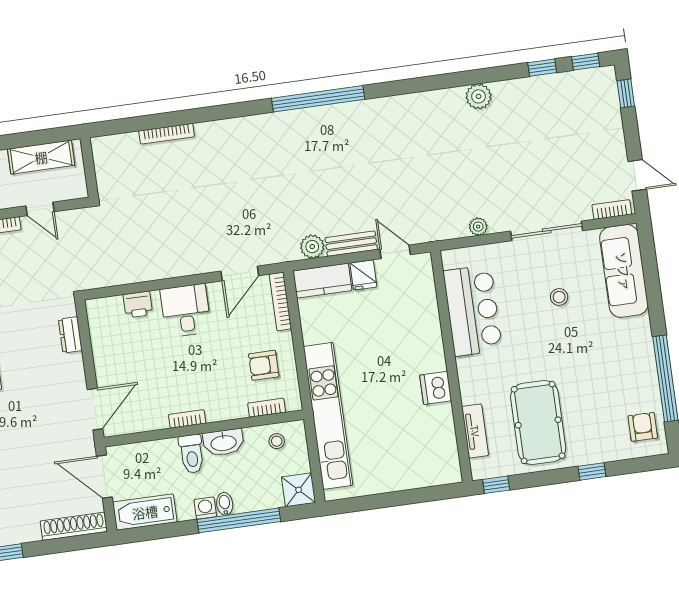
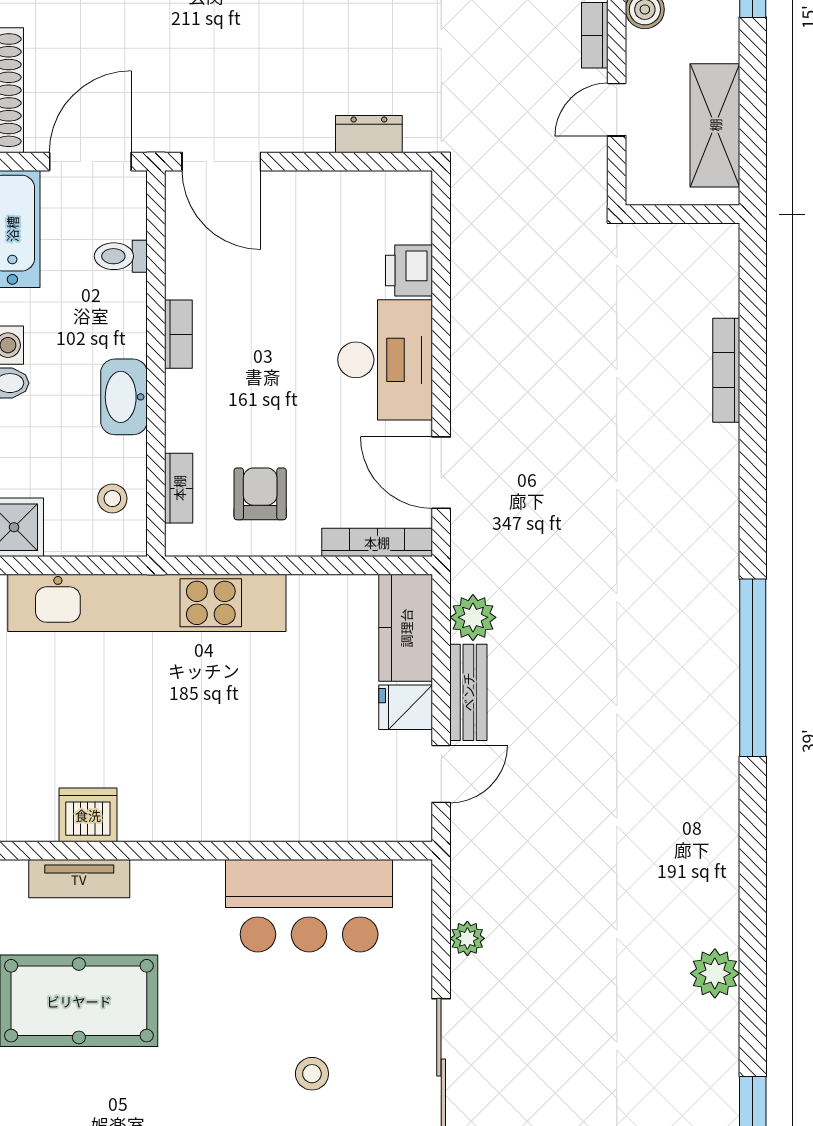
desk: (186, 310) -> (385, 360), width x1.37
dishwasher: (436, 388) -> (88, 815), moved
toilet: (192, 454) -> (121, 256), moved, width x0.73, depth x0.72

